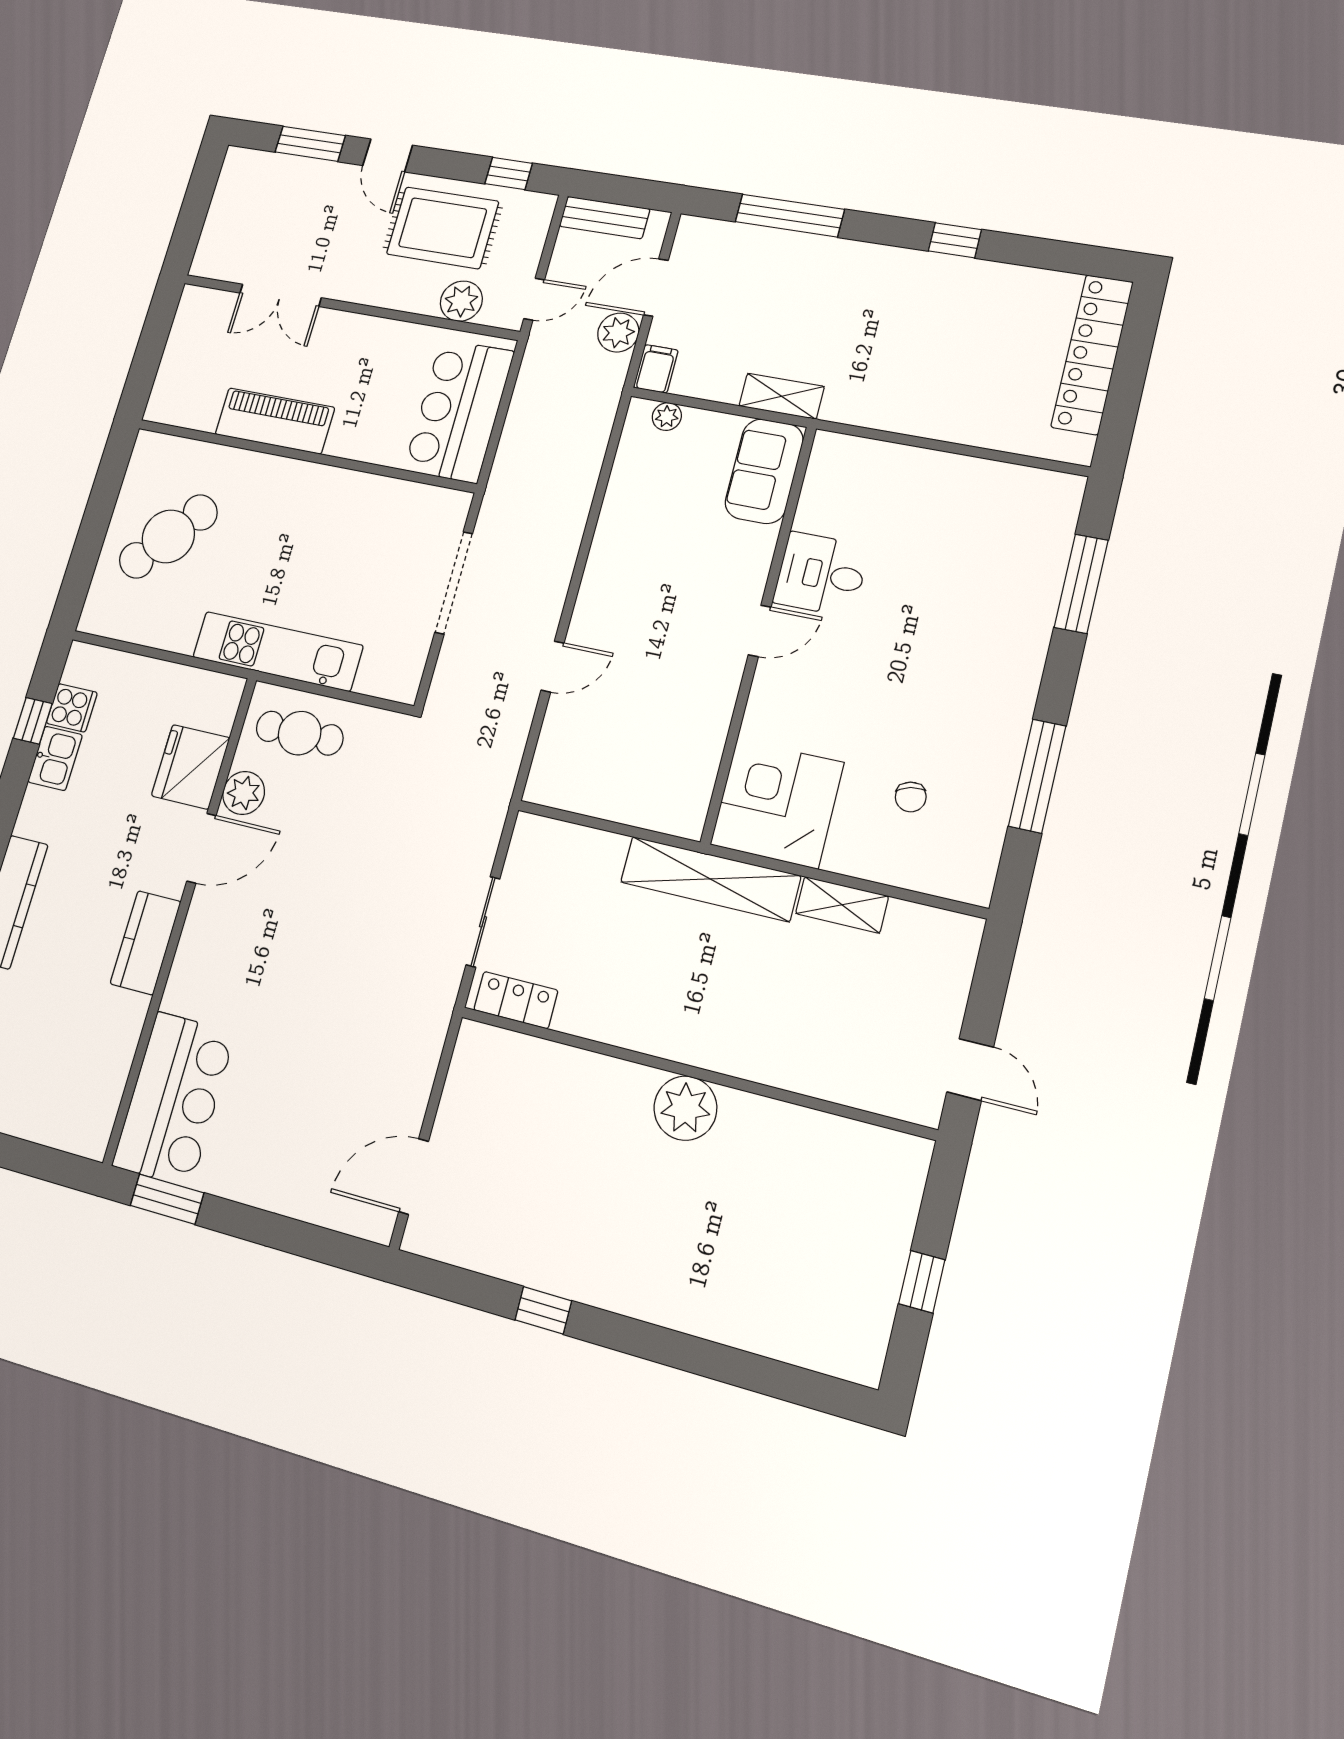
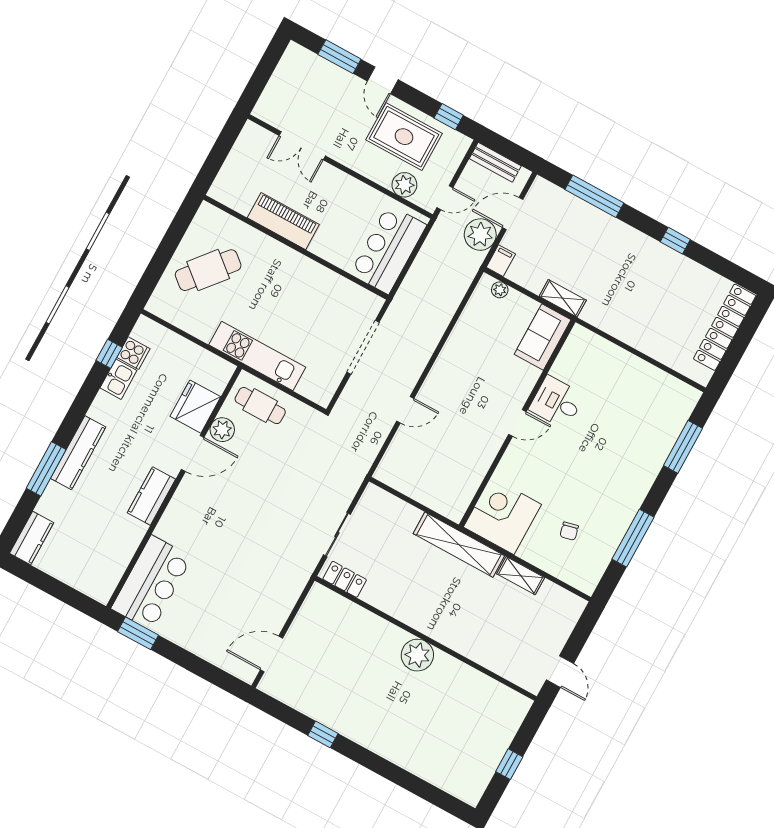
plant: (618, 333) -> (480, 235), width x1.36, depth x1.36

